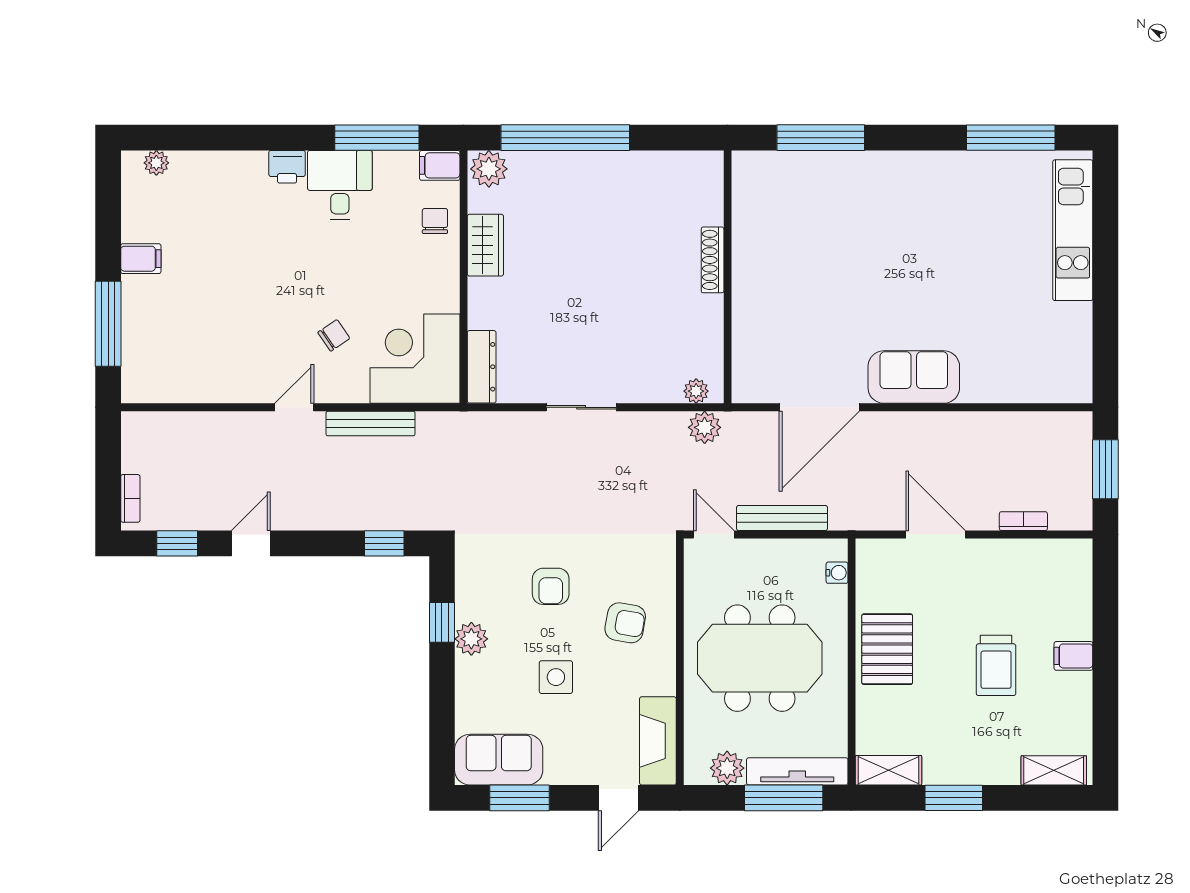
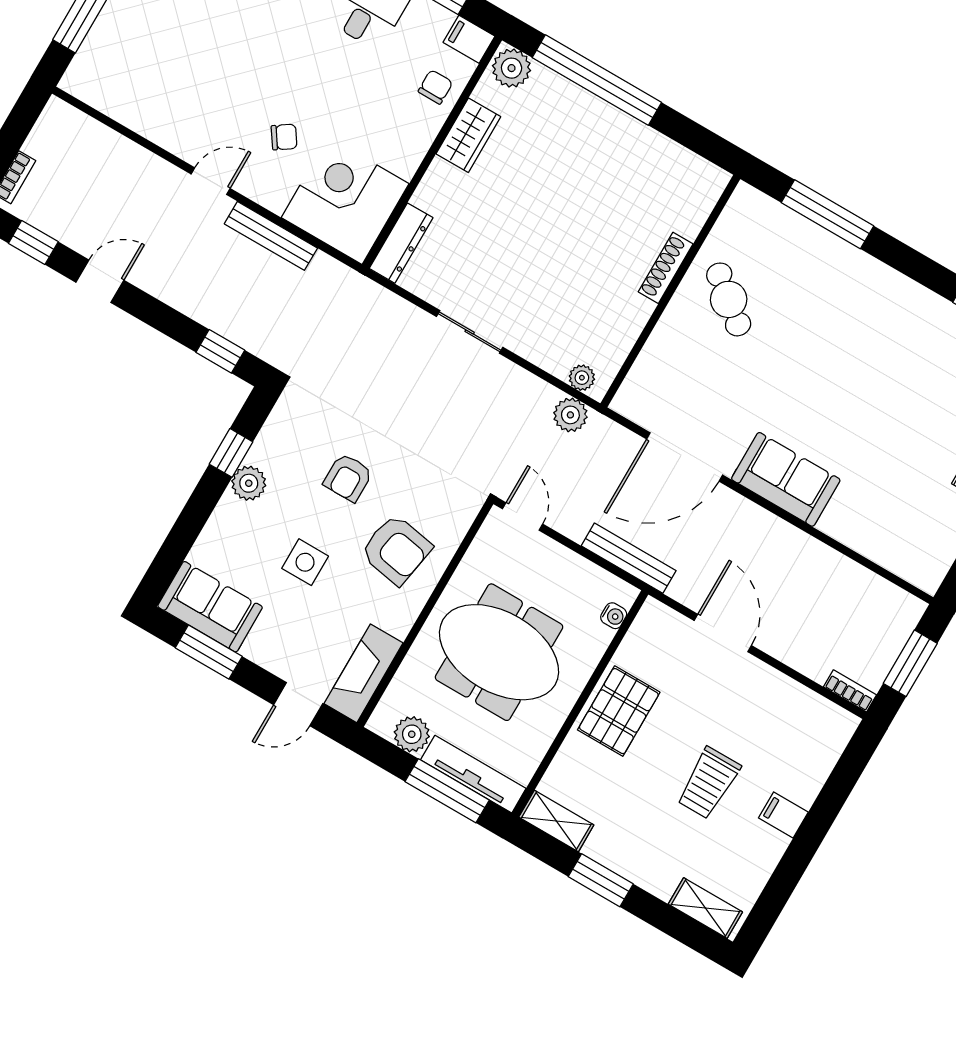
cafe table: (780, 256) -> (729, 299), added
bench: (782, 518) -> (629, 558), moved
bookcase: (1023, 521) -> (850, 691), moved
armchair: (625, 623) -> (396, 550), width x1.38, depth x1.38

